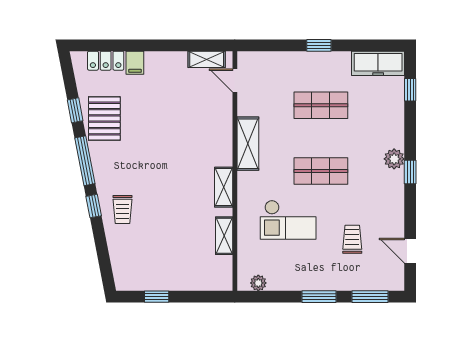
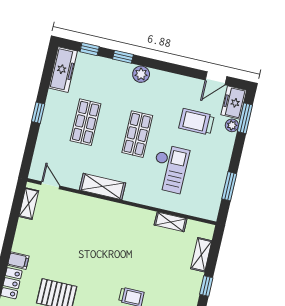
door: (235, 80) -> (50, 185), swing flipped
window: (410, 172) -> (123, 57), moved
shelving: (224, 187) -> (201, 255), moved, turned 90
trolley: (352, 239) -> (197, 122), width x1.36, depth x1.39
freezer: (386, 279) -> (234, 102), added
plant: (258, 283) -> (232, 125), moved
window: (319, 297) -> (229, 186), moved

